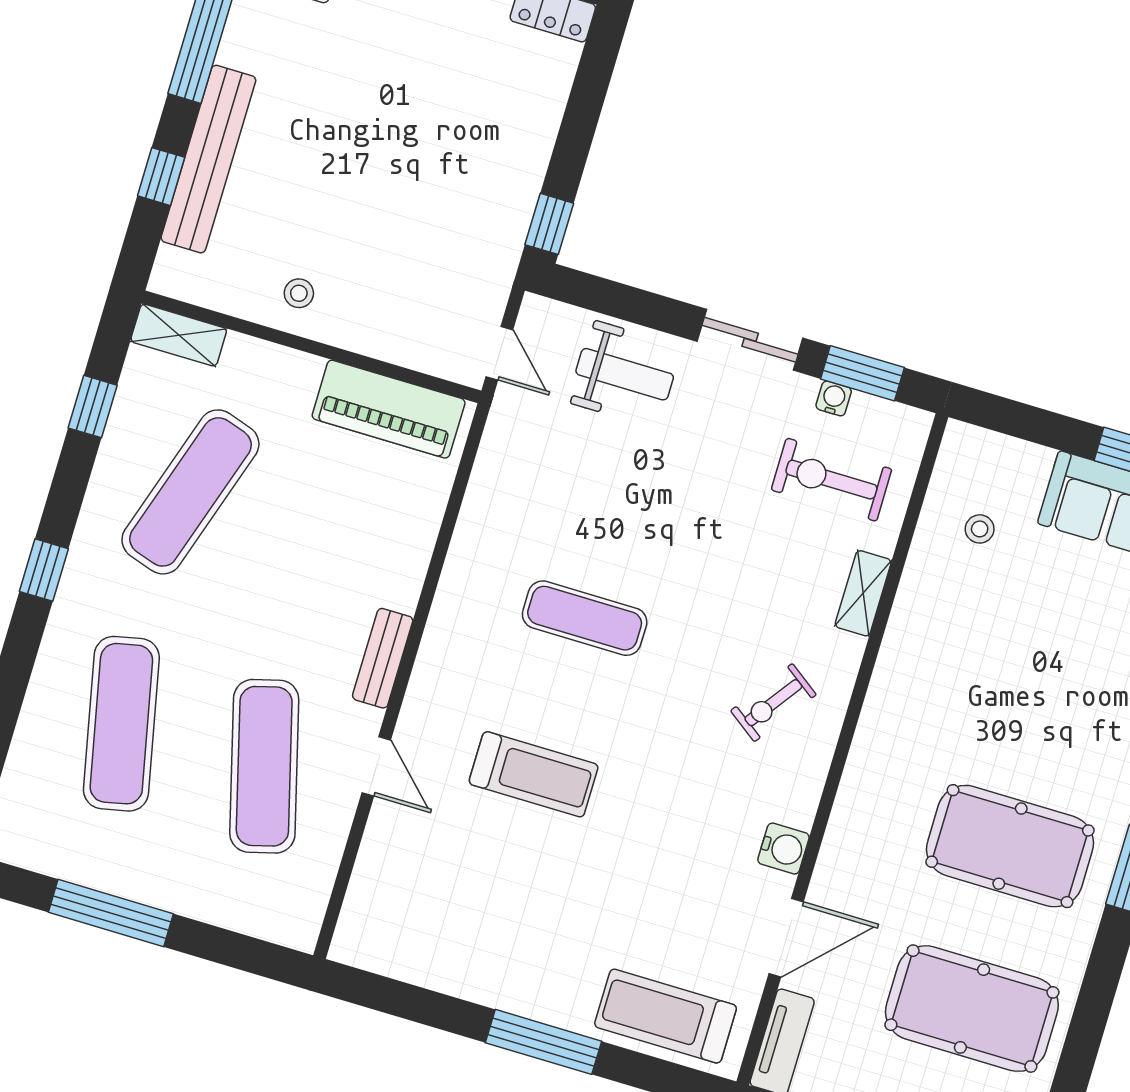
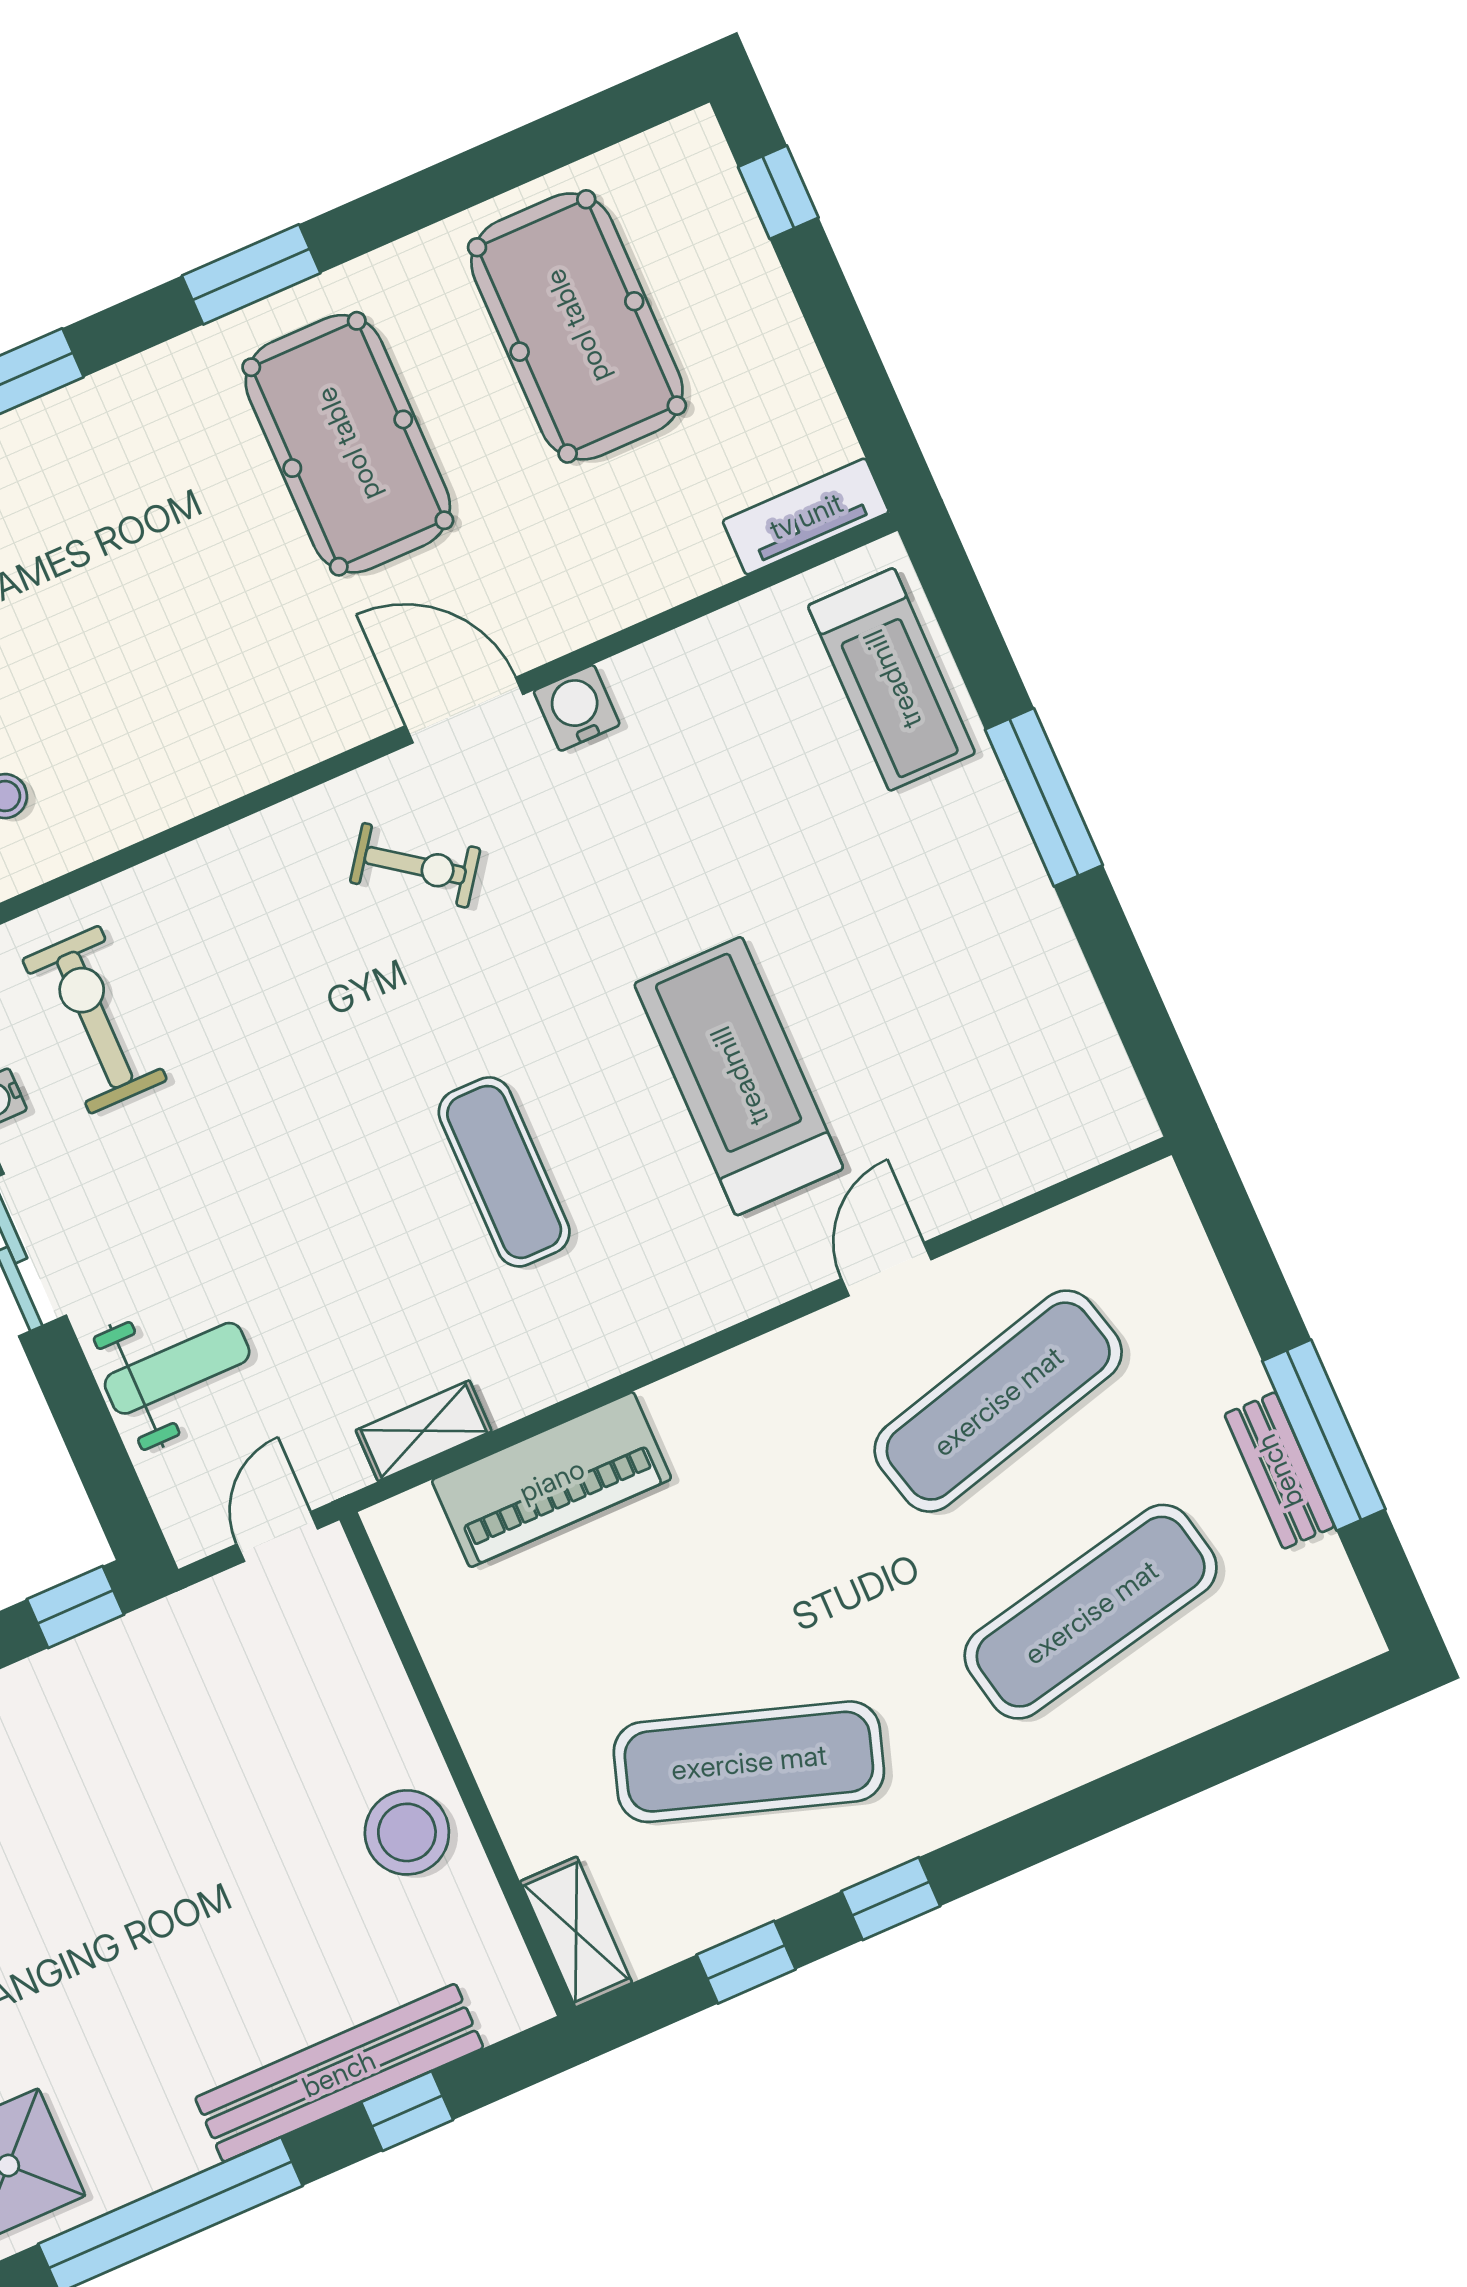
stool: (299, 293) -> (407, 1832), width x1.89, depth x1.89
weight bench: (625, 374) -> (177, 1368), turned 90
piano: (389, 409) -> (552, 1480), moved, turned 90
exercise bike: (831, 480) -> (95, 1020), turned 180
window: (44, 570) -> (891, 1899), moved
shelving: (863, 593) -> (424, 1431), moved
bench: (383, 658) -> (1279, 1471), moved, turned 90
treadmill: (534, 774) -> (739, 1076), width x1.37, depth x1.38
door: (786, 938) -> (464, 710), moved

